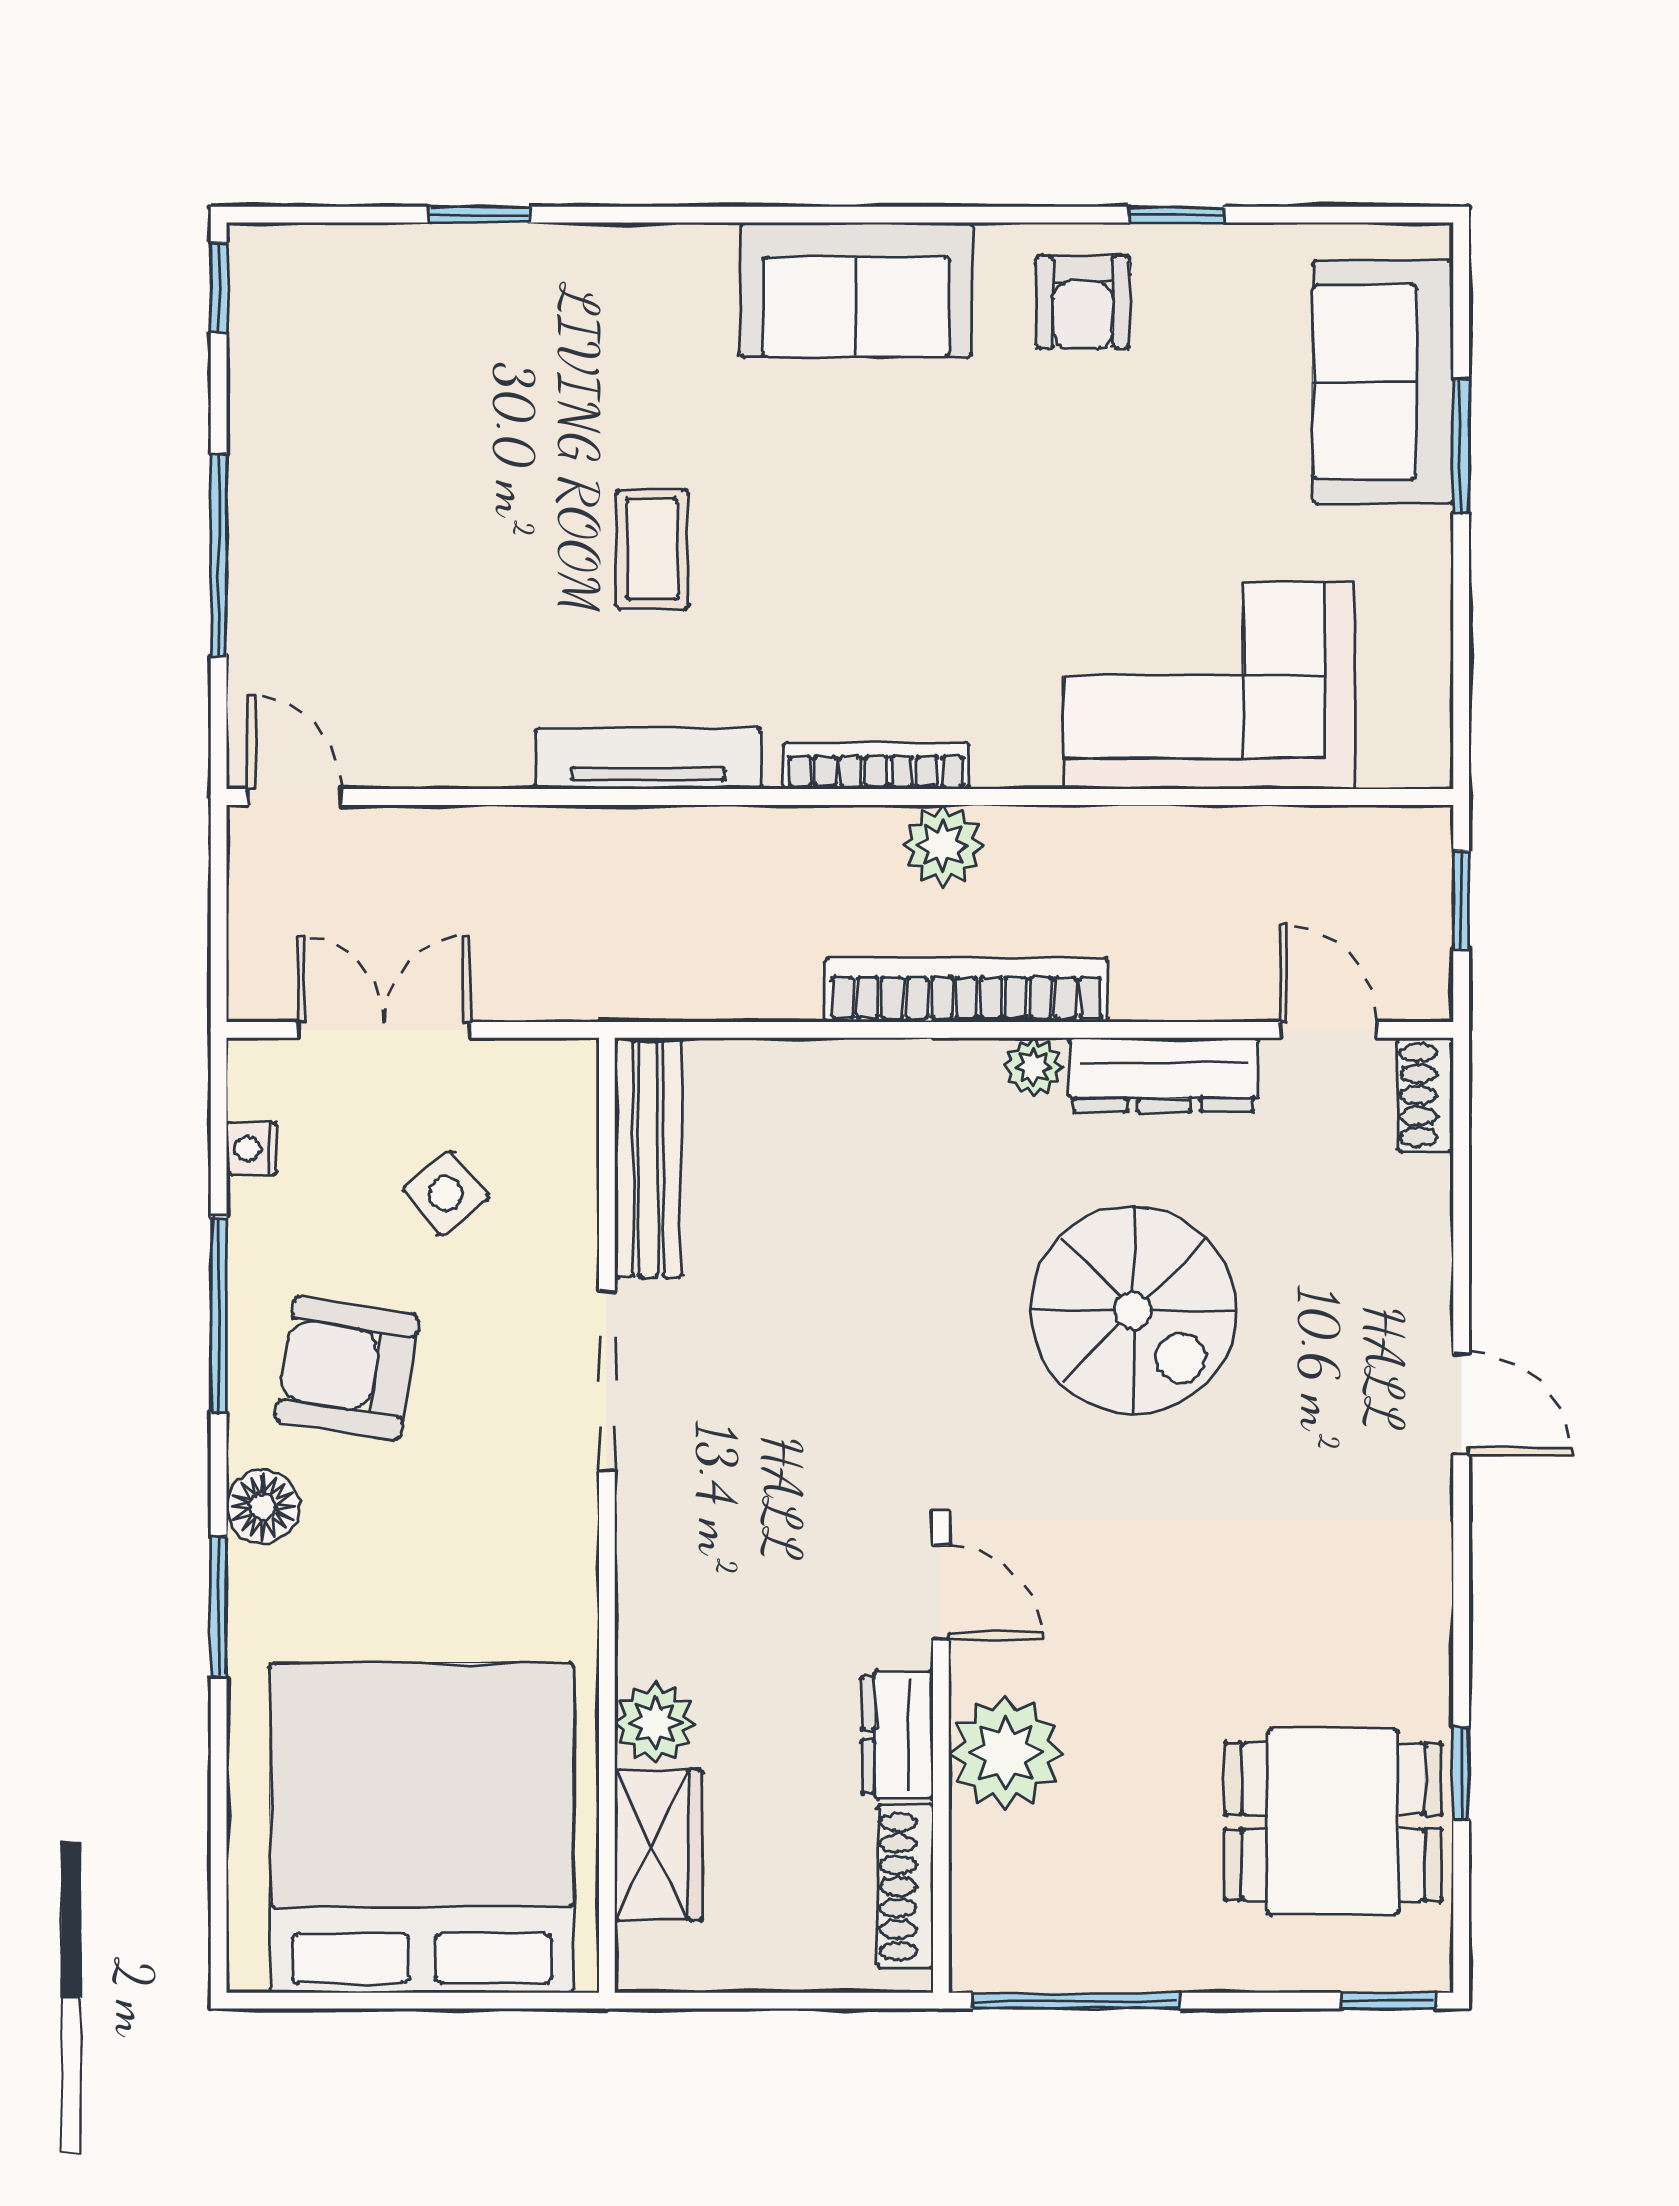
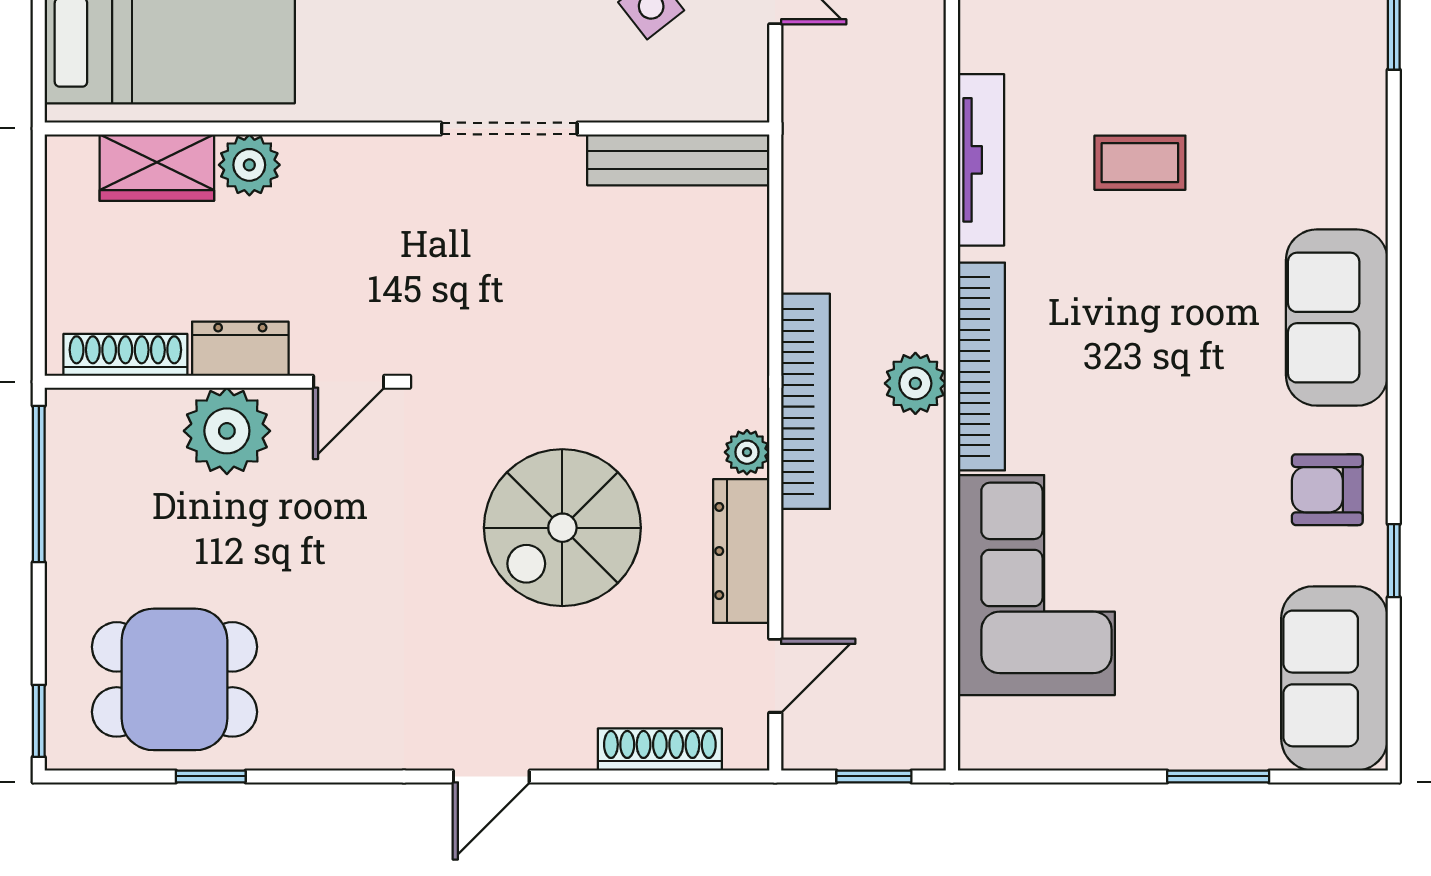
sofa: (1383, 382) -> (1335, 678), moved, turned -90
bookcase: (876, 766) -> (981, 367), width x1.48, depth x1.31
shoe rack: (1425, 1095) -> (660, 750), moved, width x1.43
dining table: (1333, 1822) -> (175, 679), turned 90

